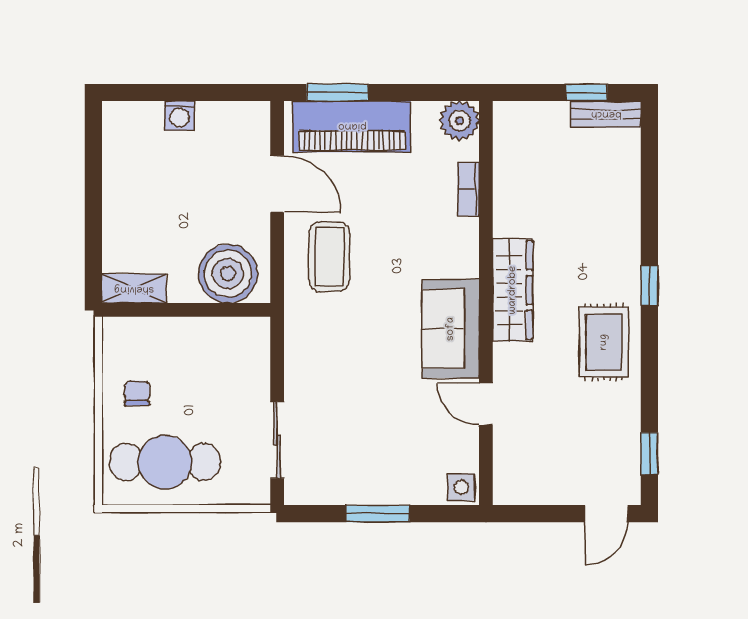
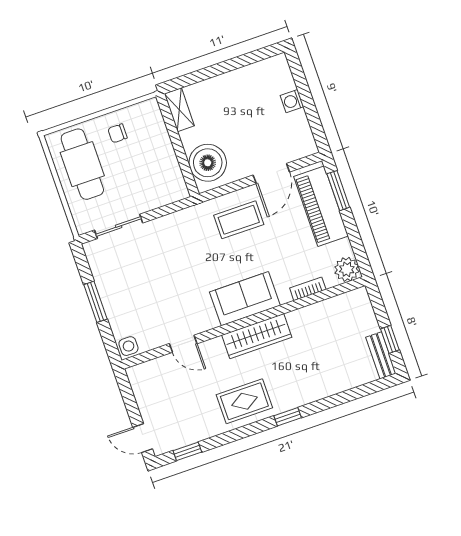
sofa: (451, 329) -> (245, 299), moved
chair: (137, 393) -> (118, 133), turned 180
door: (486, 404) -> (183, 344), swing flipped

